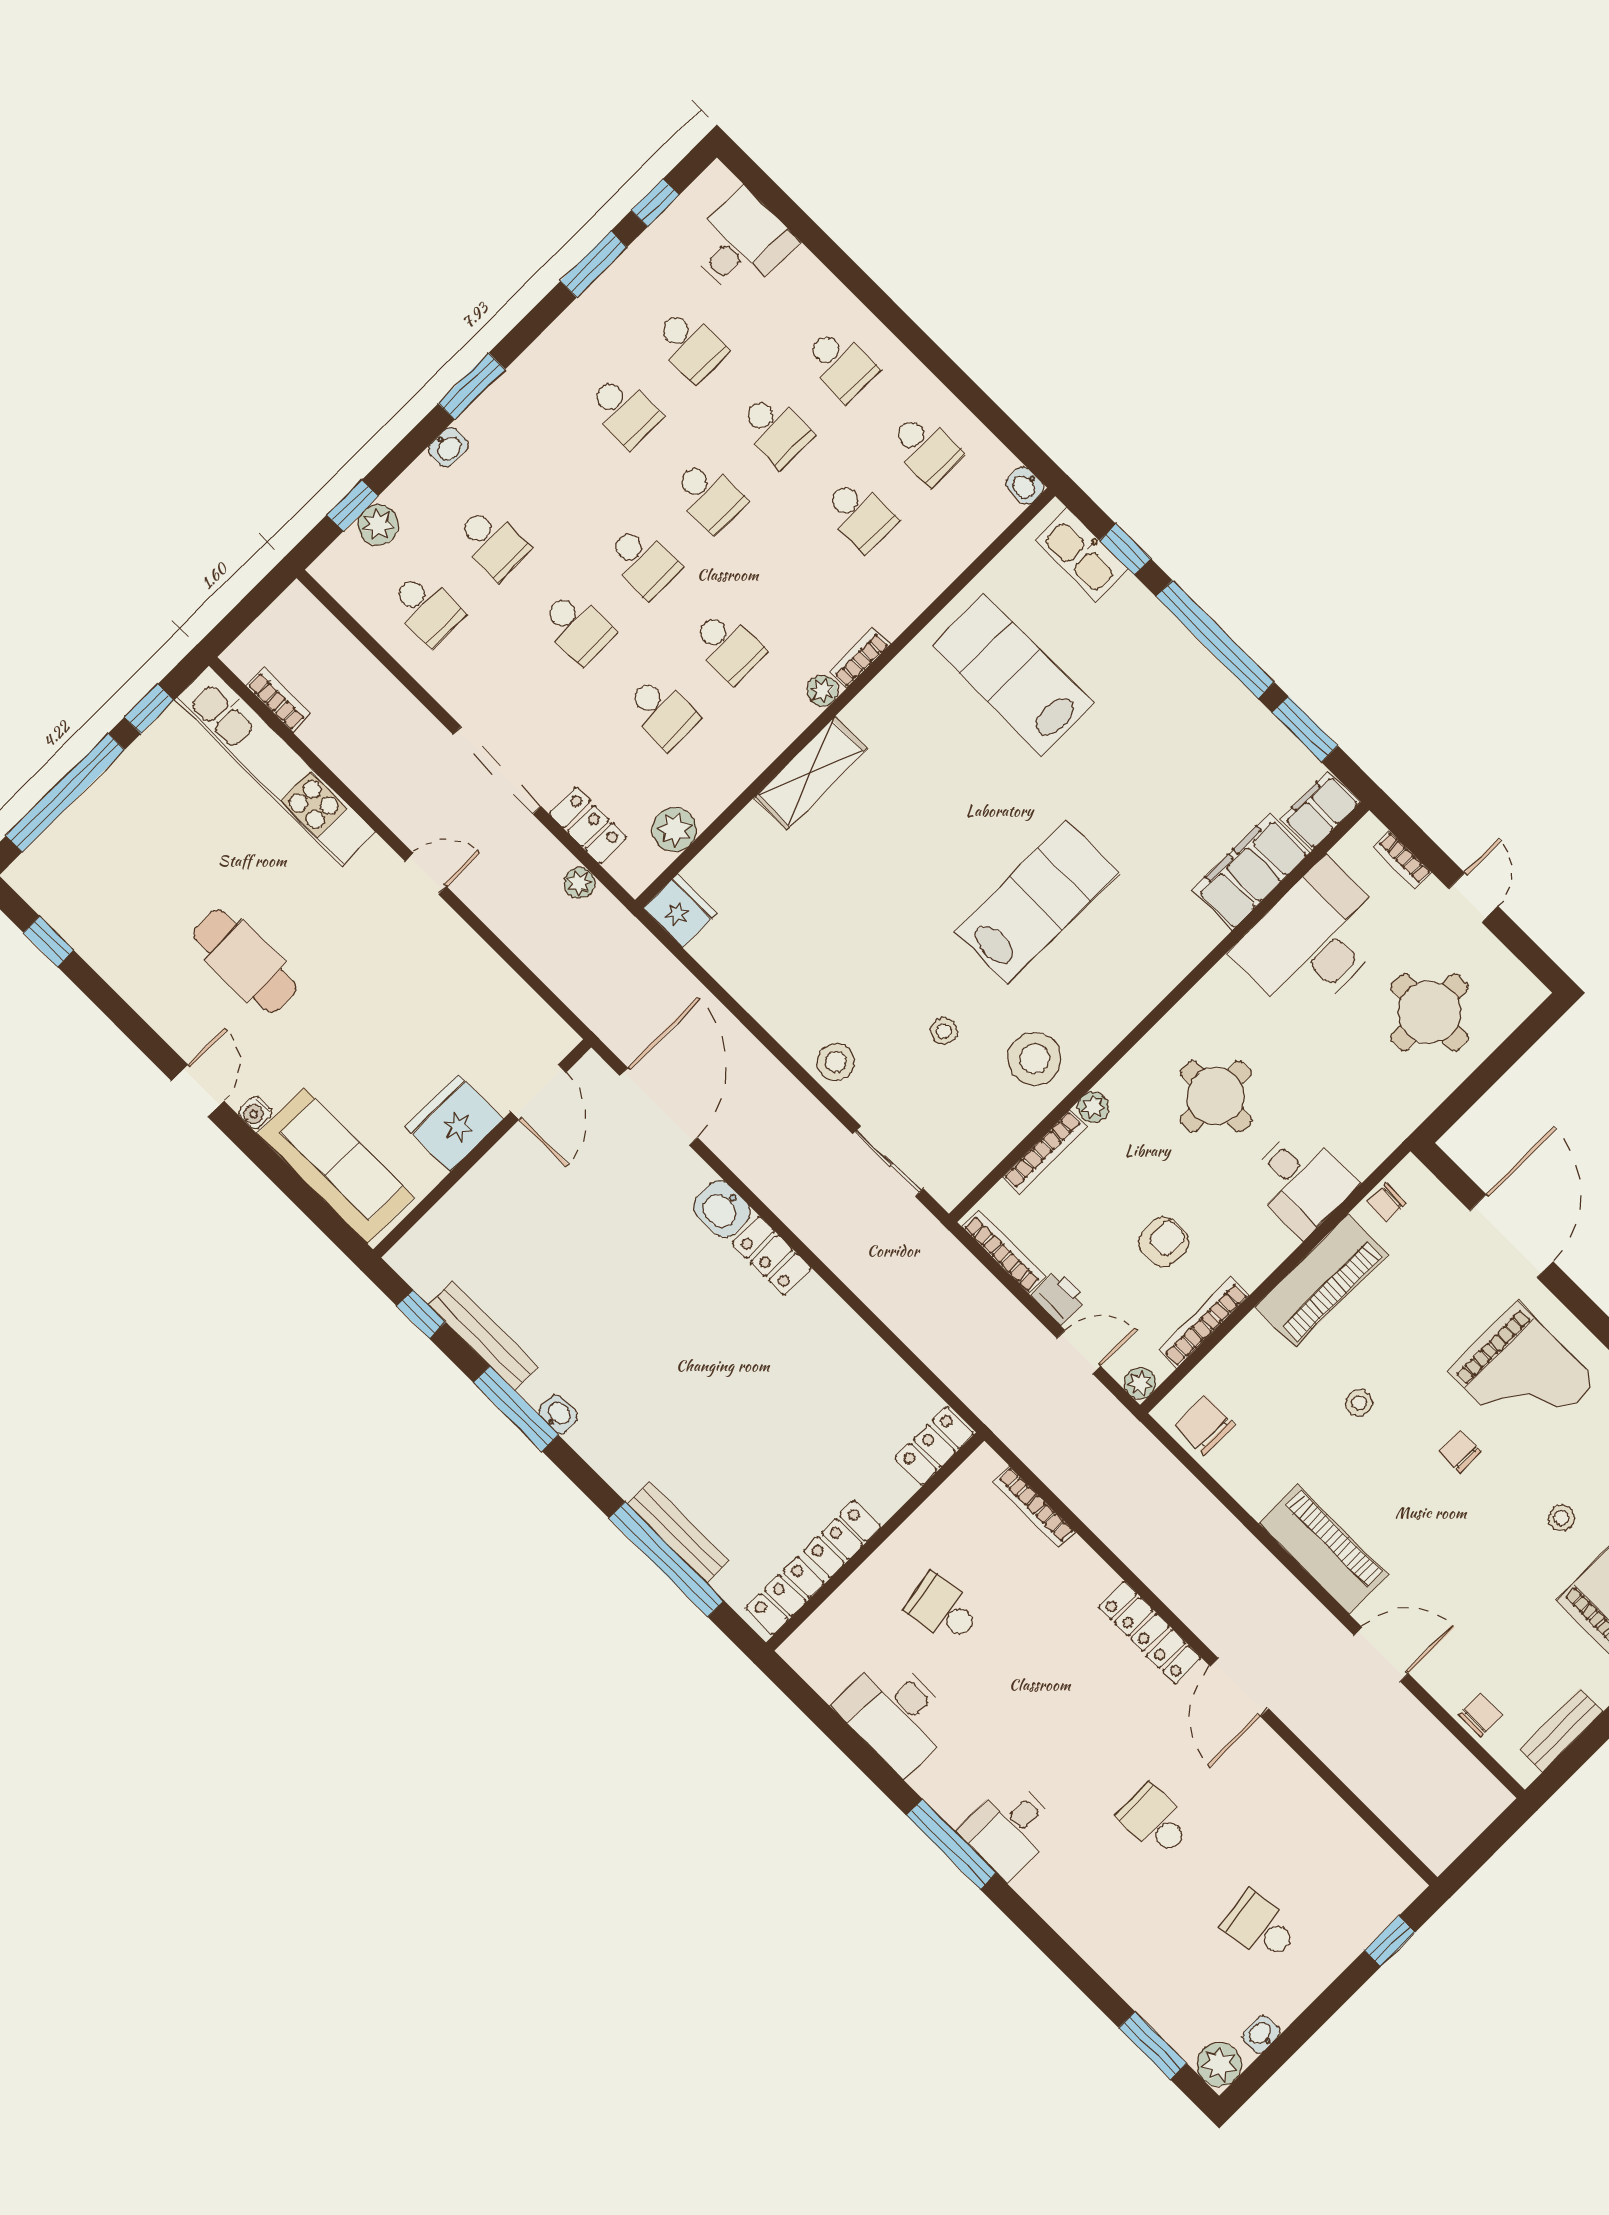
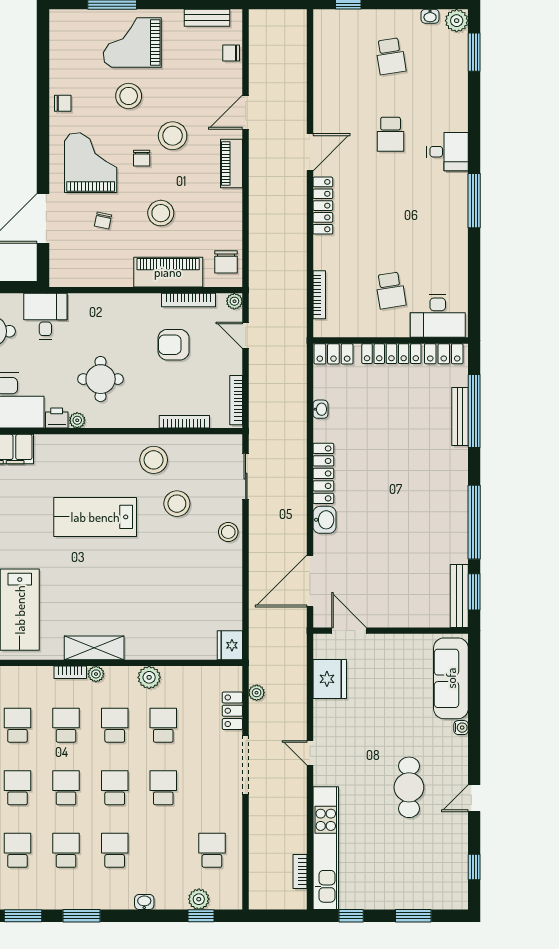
window: (472, 386) -> (82, 916), moved
school desk: (492, 543) -> (115, 850), moved
school desk: (794, 581) -> (66, 725), added
shelving: (811, 773) -> (94, 648), moved
window: (65, 793) -> (413, 916), width x0.47
plant: (674, 830) -> (149, 677), moved
stool: (944, 1031) -> (177, 504), width x1.89, depth x1.89
door: (198, 1091) -> (474, 798), moved
door: (538, 1092) -> (349, 631), hinge flipped
plant: (1093, 1107) -> (77, 420), moved
fridge: (454, 1123) -> (330, 679), moved, turned -90
desk: (1301, 1181) -> (45, 316), moved
chair: (1386, 1203) -> (103, 221), moved, turned 99
armchair: (1164, 1242) -> (174, 345), width x1.38, depth x1.38
locker: (772, 1256) -> (323, 473), width x1.53
piano: (1321, 1280) -> (168, 272), moved
printer: (1059, 1297) -> (57, 418), moved, turned 90
window: (421, 1314) -> (474, 592), width x1.50
bench: (483, 1336) -> (459, 596), moved
stool: (1359, 1403) -> (161, 213), width x1.89, depth x1.89
window: (516, 1409) -> (474, 522), width x1.46
washbasin: (558, 1414) -> (320, 409), moved, turned 180
stool: (1561, 1518) -> (129, 96), width x1.89, depth x1.89
stool: (1448, 1524) -> (173, 136), added
locker: (842, 1539) -> (391, 354), width x1.53
piano: (1323, 1549) -> (232, 163), width x0.73, depth x0.75
door: (1381, 1654) -> (246, 112), hinge flipped
desk: (896, 1714) -> (438, 316), moved, turned 90
desk: (1009, 1829) -> (447, 152), moved

